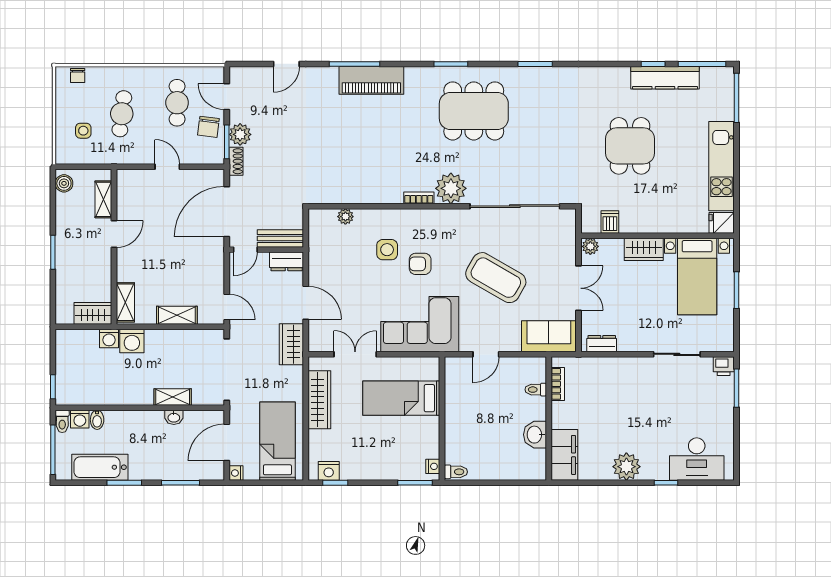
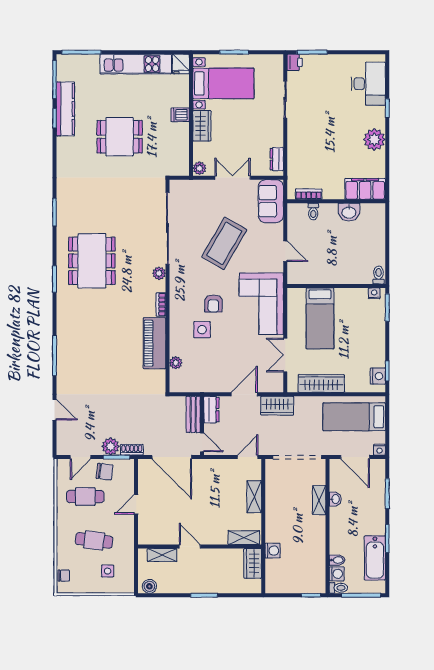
piano: (371, 80) -> (154, 343), moved, turned 180
plant: (451, 188) -> (159, 273), width x0.53, depth x0.53
dishwasher: (610, 222) -> (180, 115), moved
washing machine: (132, 341) -> (275, 532), removed

